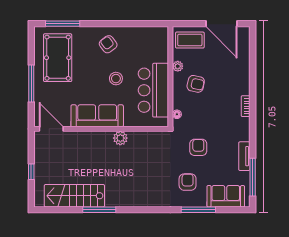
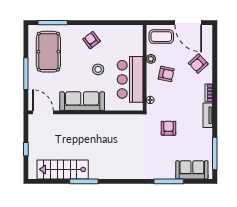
plant: (120, 138) -> (102, 120), removed
tv unit: (244, 156) -> (208, 115), moved
armchair: (188, 182) -> (198, 64), moved, turned -133

